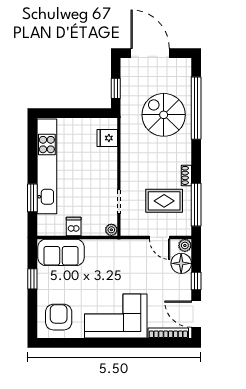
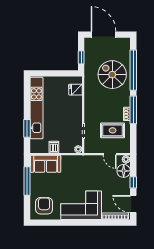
window: (196, 205) -> (133, 110), moved
window: (32, 279) -> (27, 181), width x2.17

